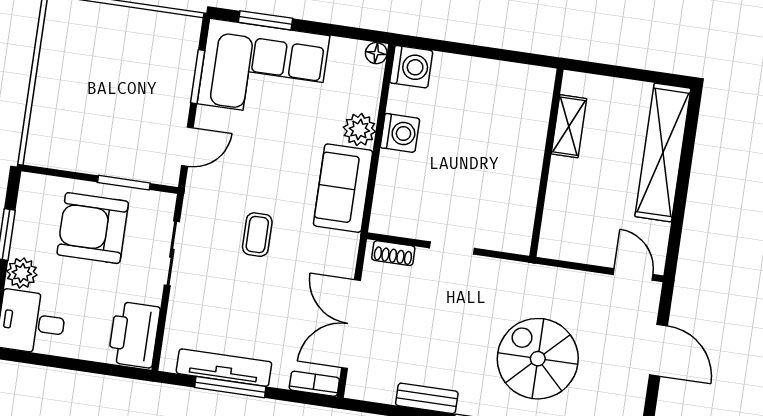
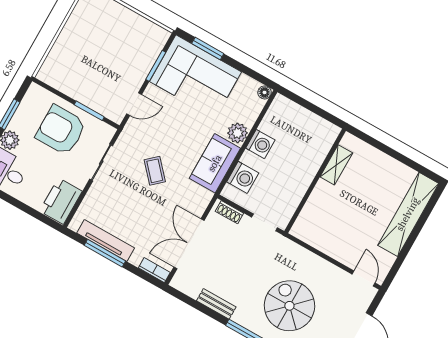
washing machine: (411, 67) -> (243, 177), moved
shelving: (569, 126) -> (336, 165), moved
wall: (546, 163) -> (315, 181), moved
coffee table: (257, 235) -> (155, 171), turned -42

